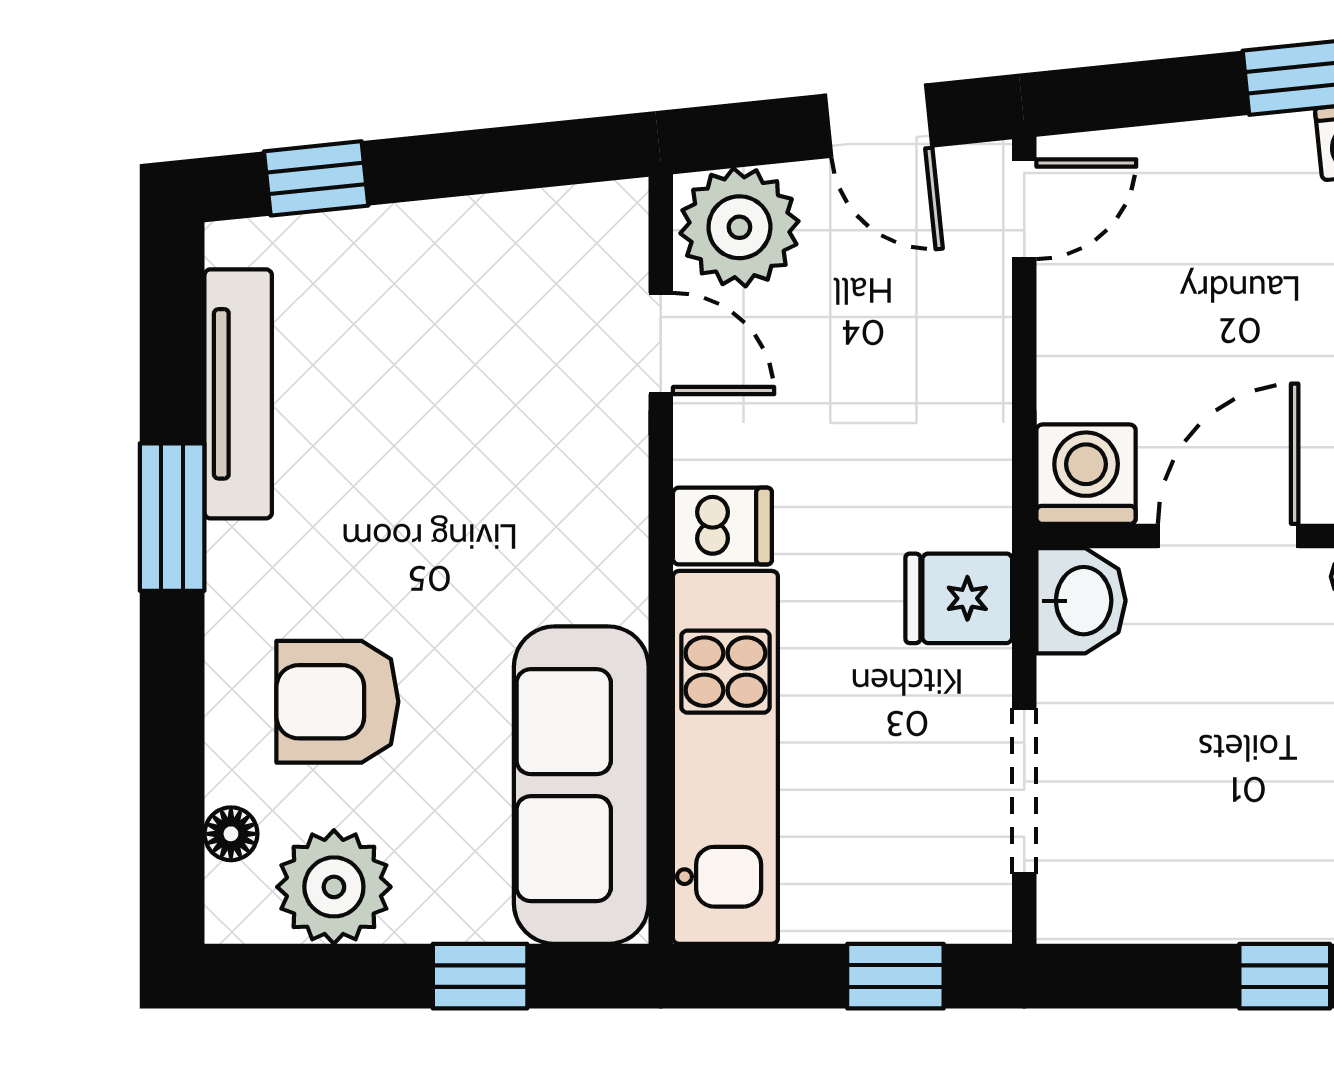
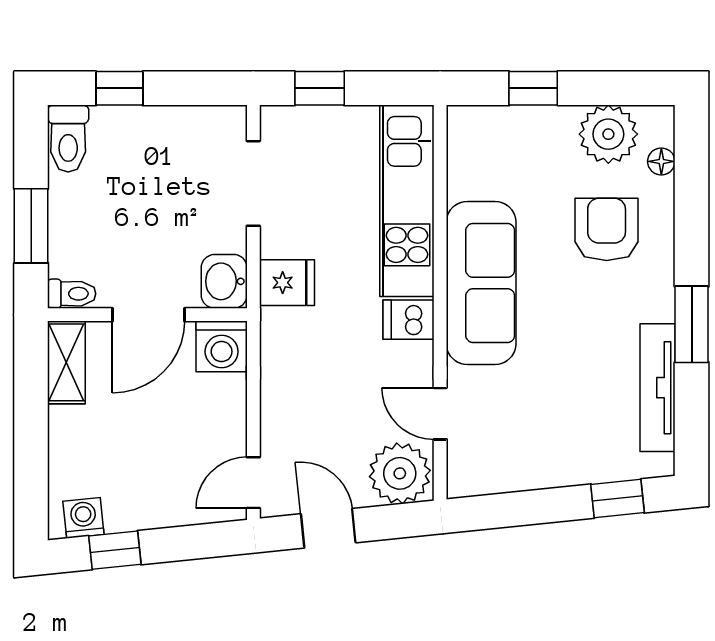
armchair: (337, 702) -> (607, 229), turned -90
sofa: (581, 785) -> (481, 283), moved

